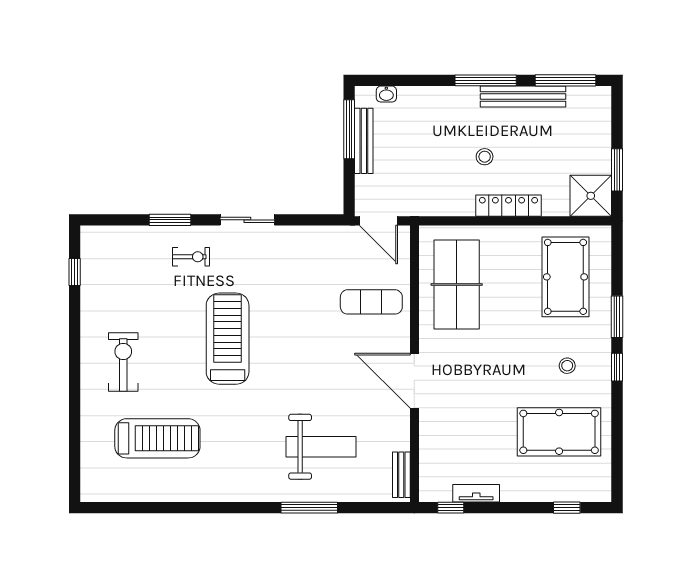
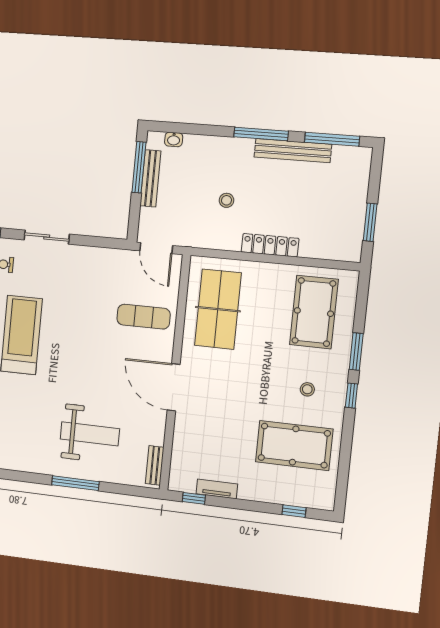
stool: (485, 157) -> (226, 200), moved
shower: (591, 196) -> (344, 243), removed

